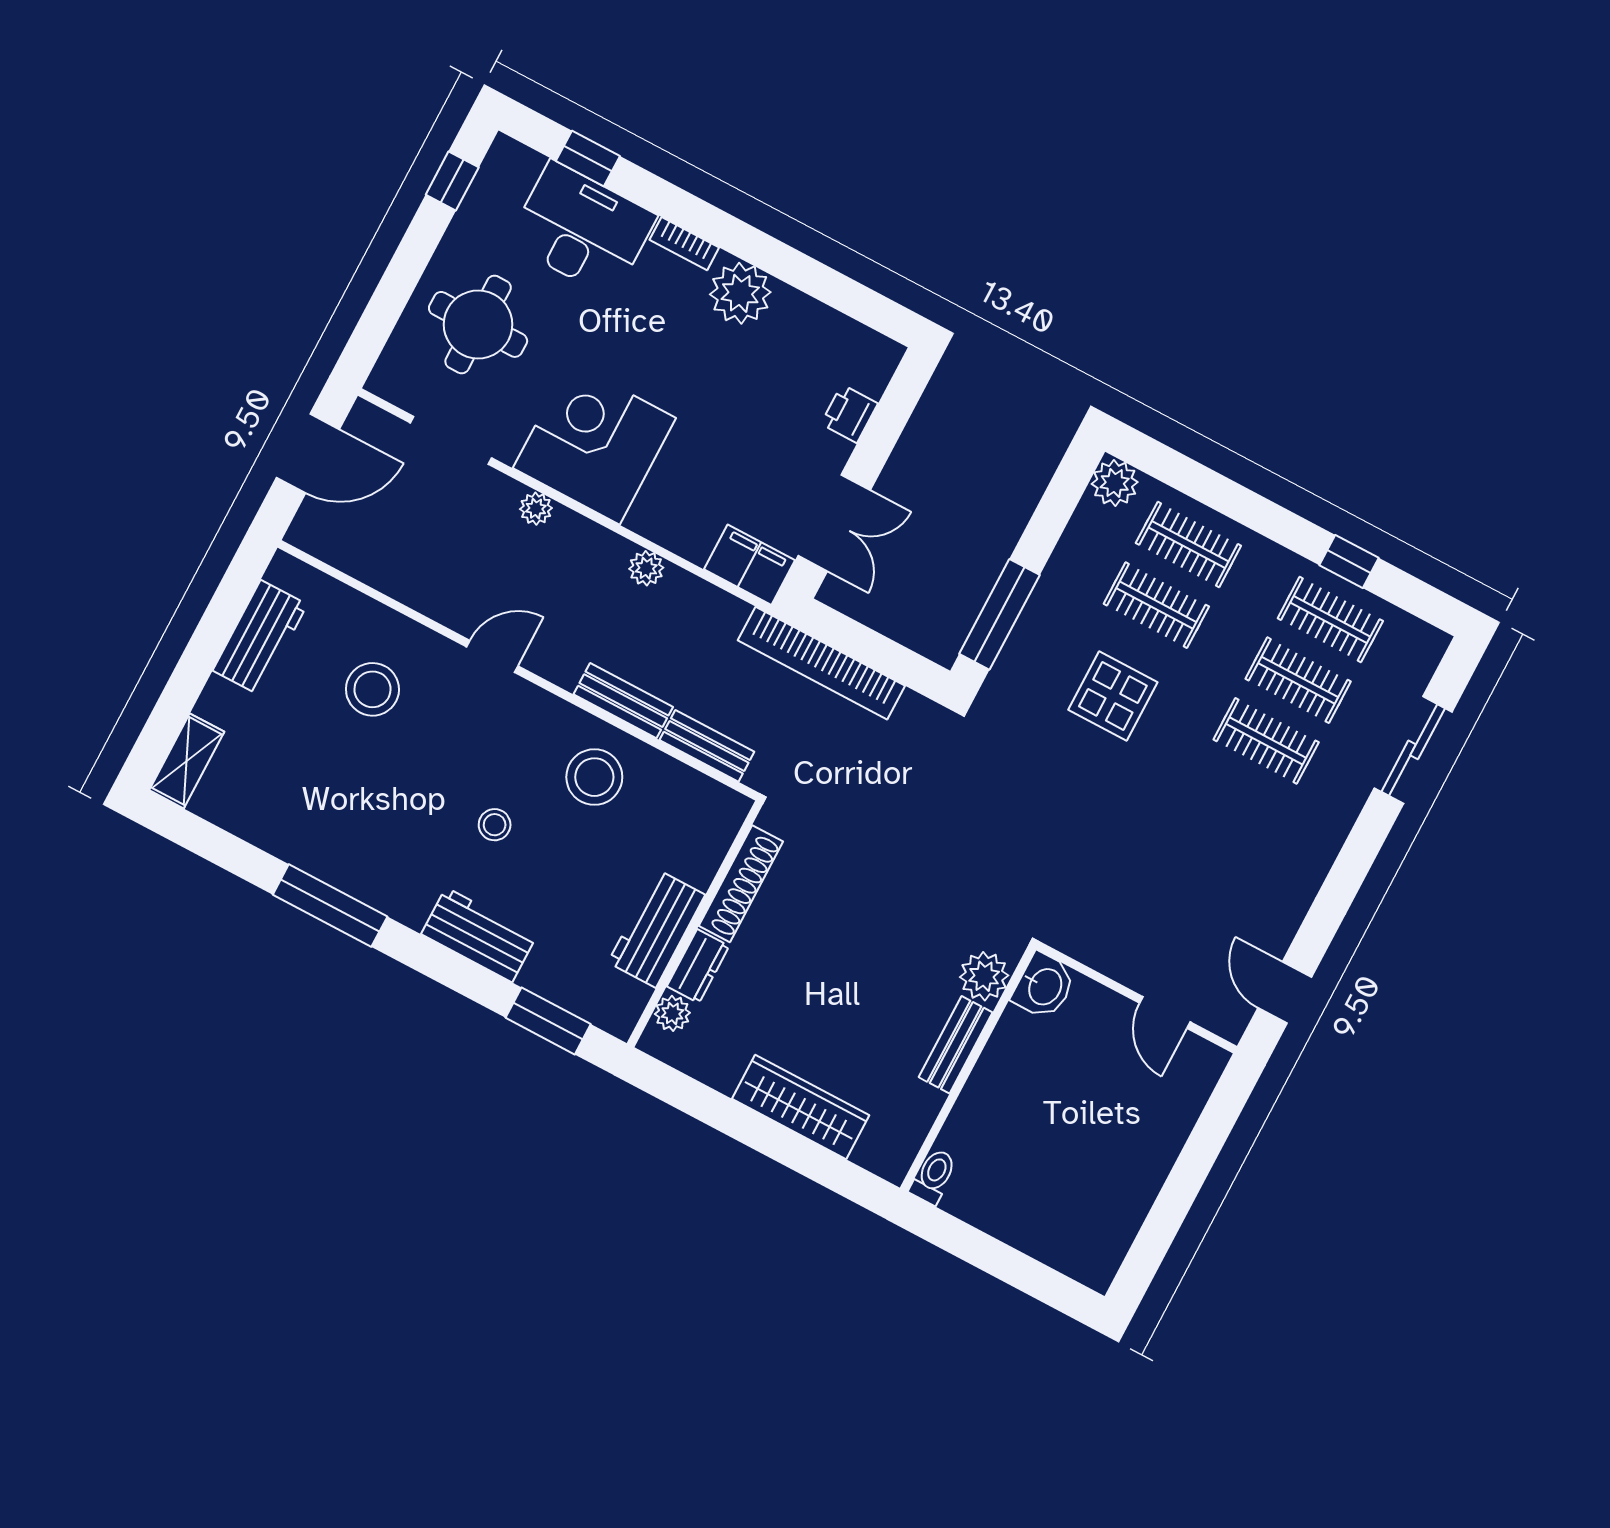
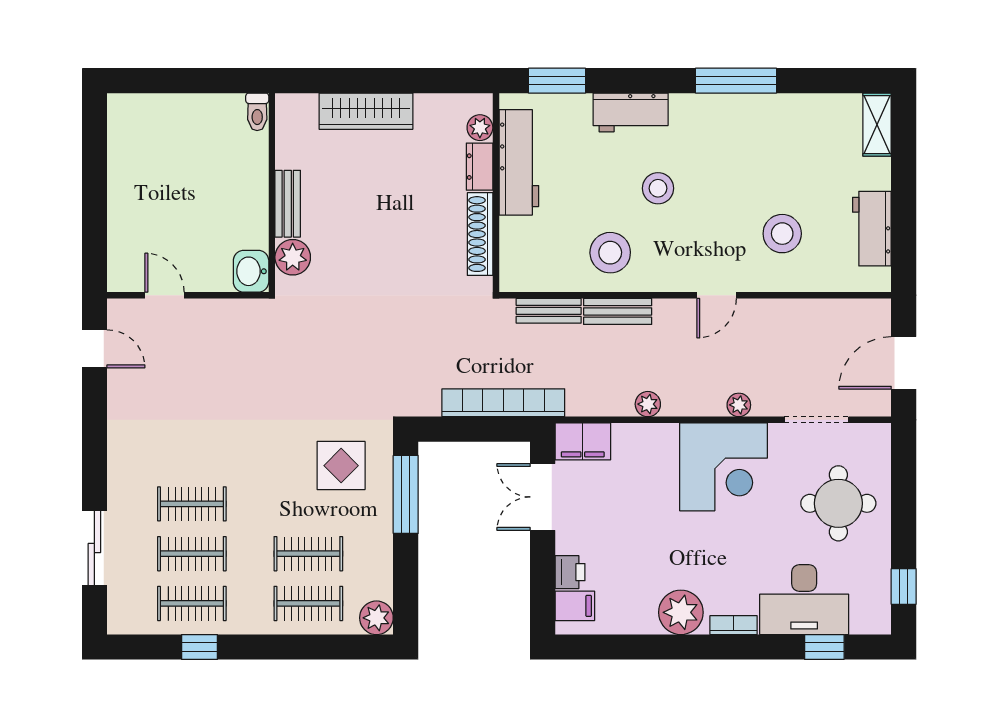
filing cabinet: (865, 370) -> (575, 606), added
display table: (1113, 696) -> (341, 466), moved
stool: (495, 825) -> (658, 188), width x1.37, depth x1.37
workbench: (657, 929) -> (519, 162), width x1.38

